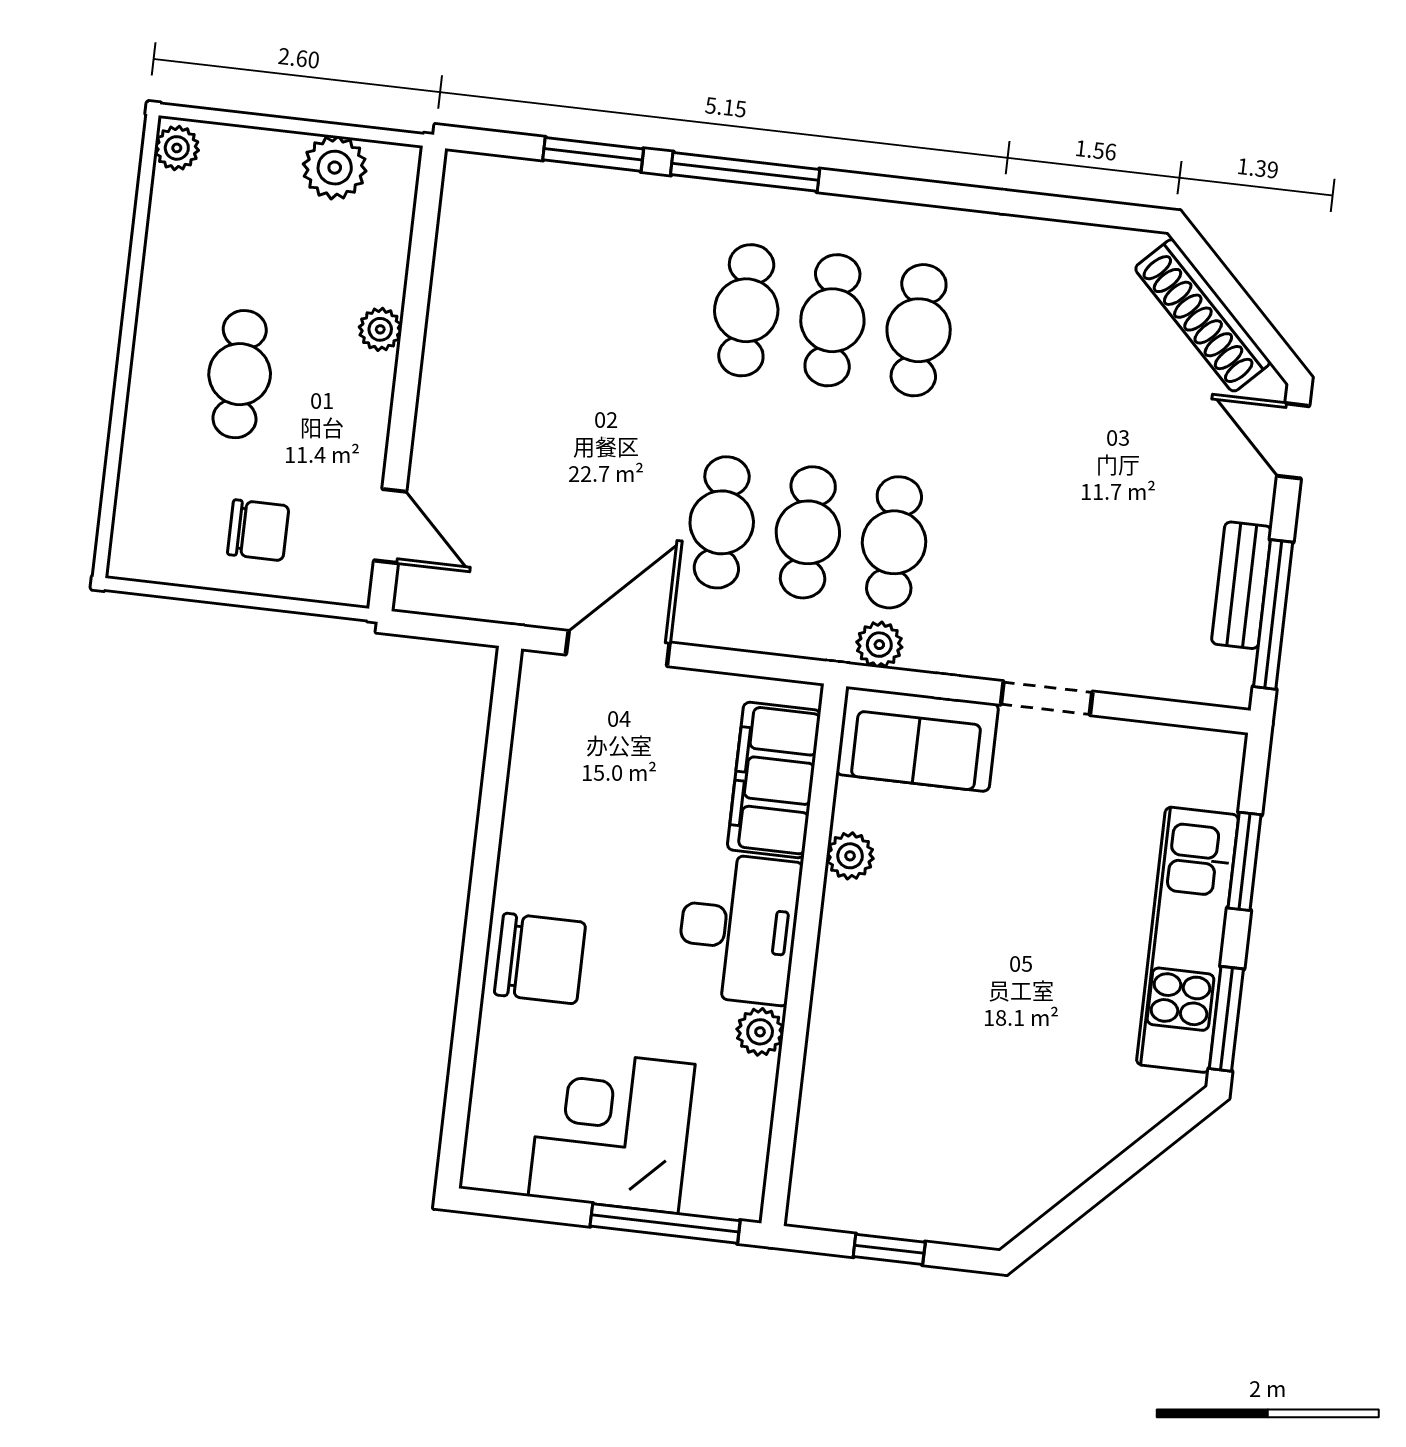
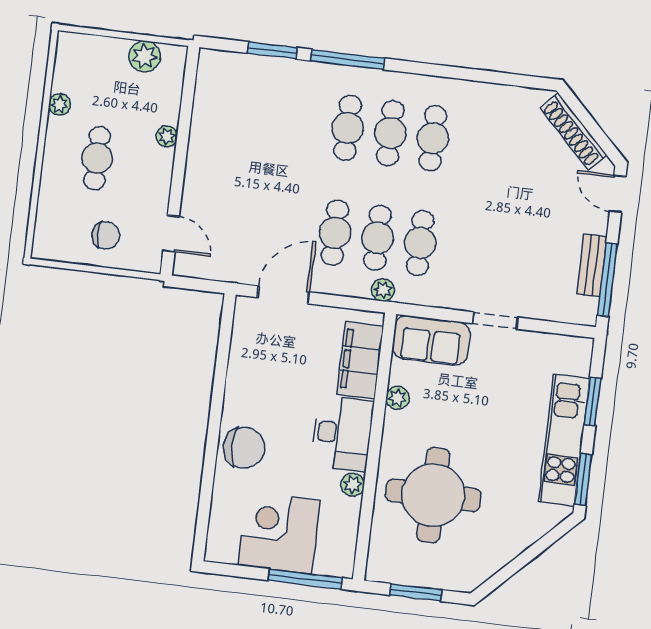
plant: (177, 148) -> (60, 104), moved
plant: (879, 645) -> (383, 290), moved
round table: (923, 1052) -> (433, 495), added
window: (889, 1249) -> (416, 592), width x1.50

